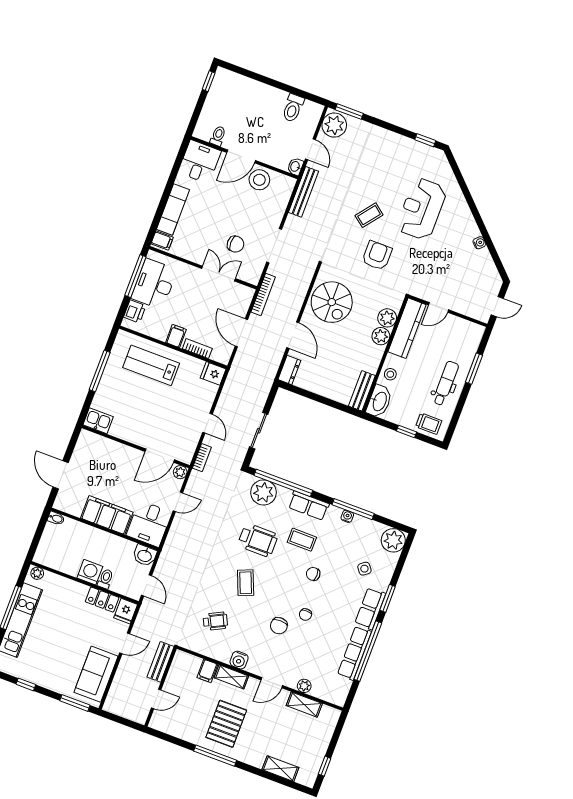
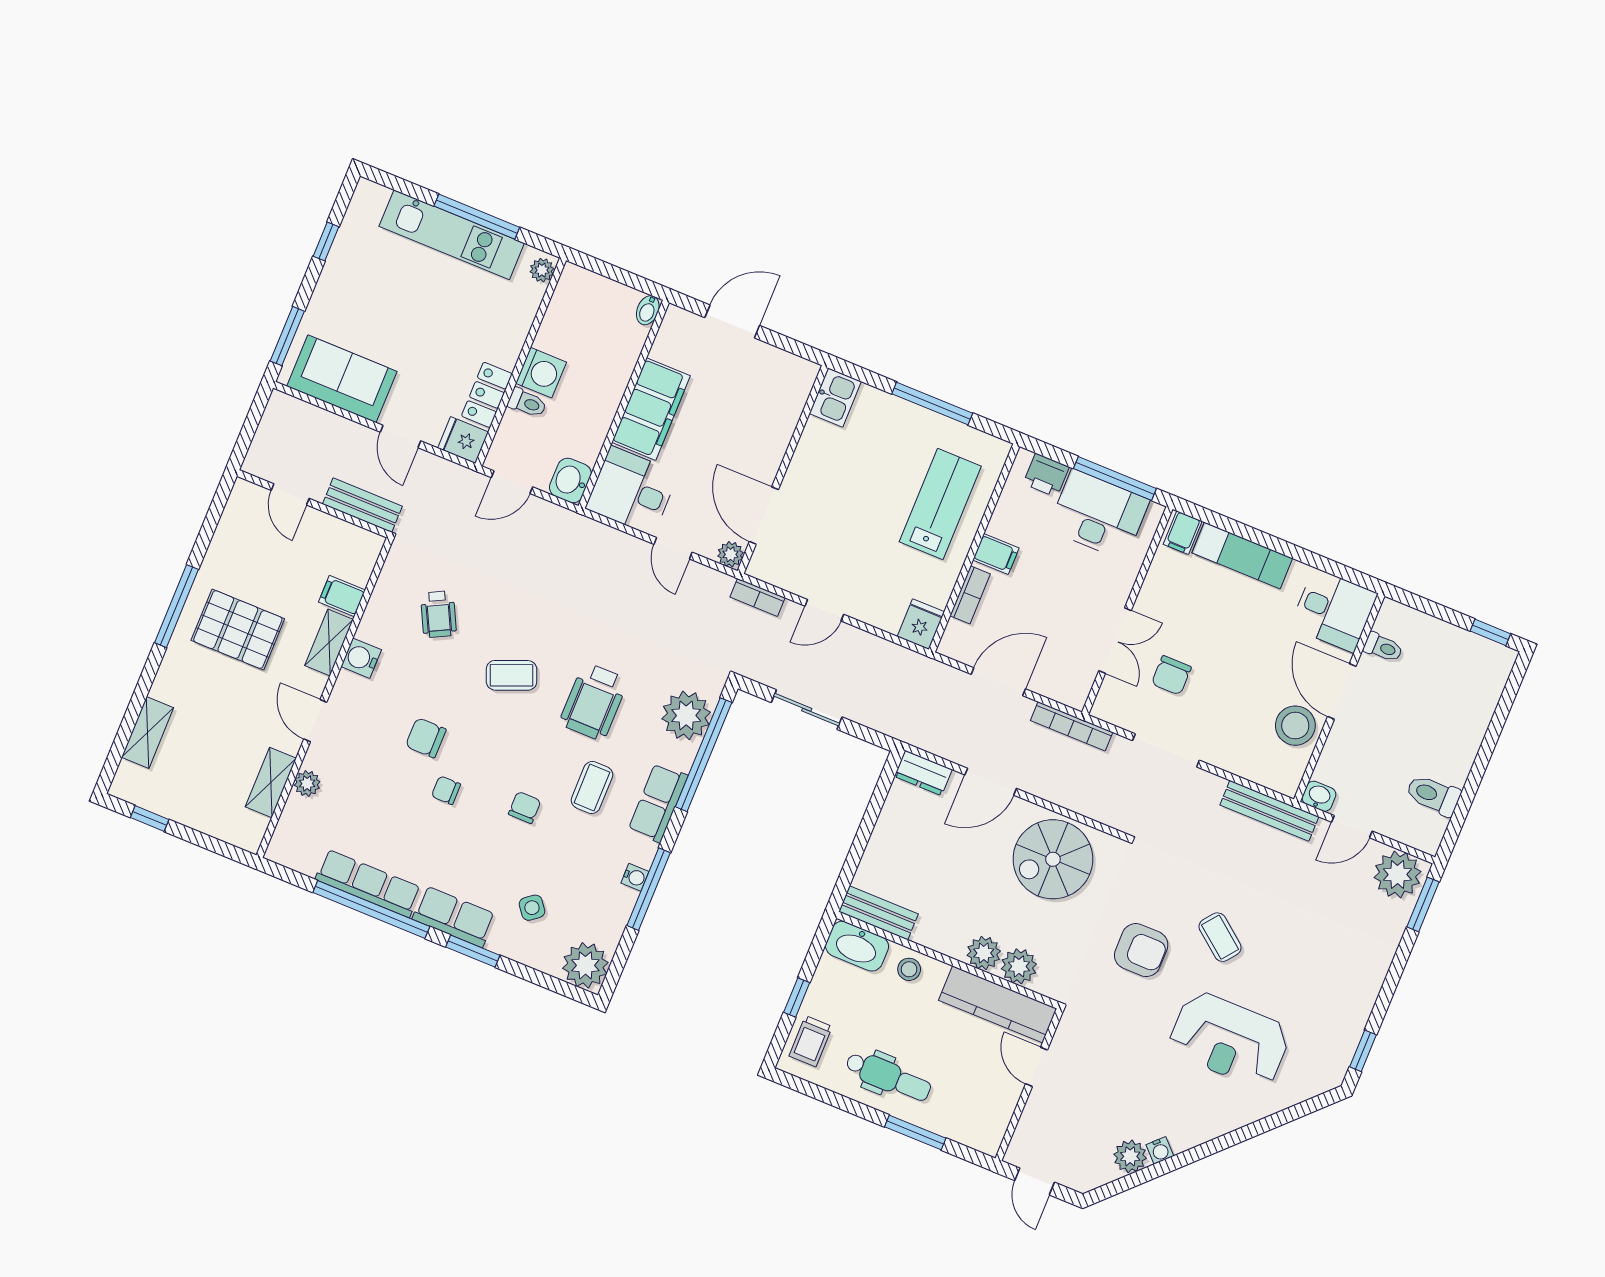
reception desk: (422, 209) -> (1229, 1040), turned 180
plant: (483, 258) -> (1130, 1156), added

